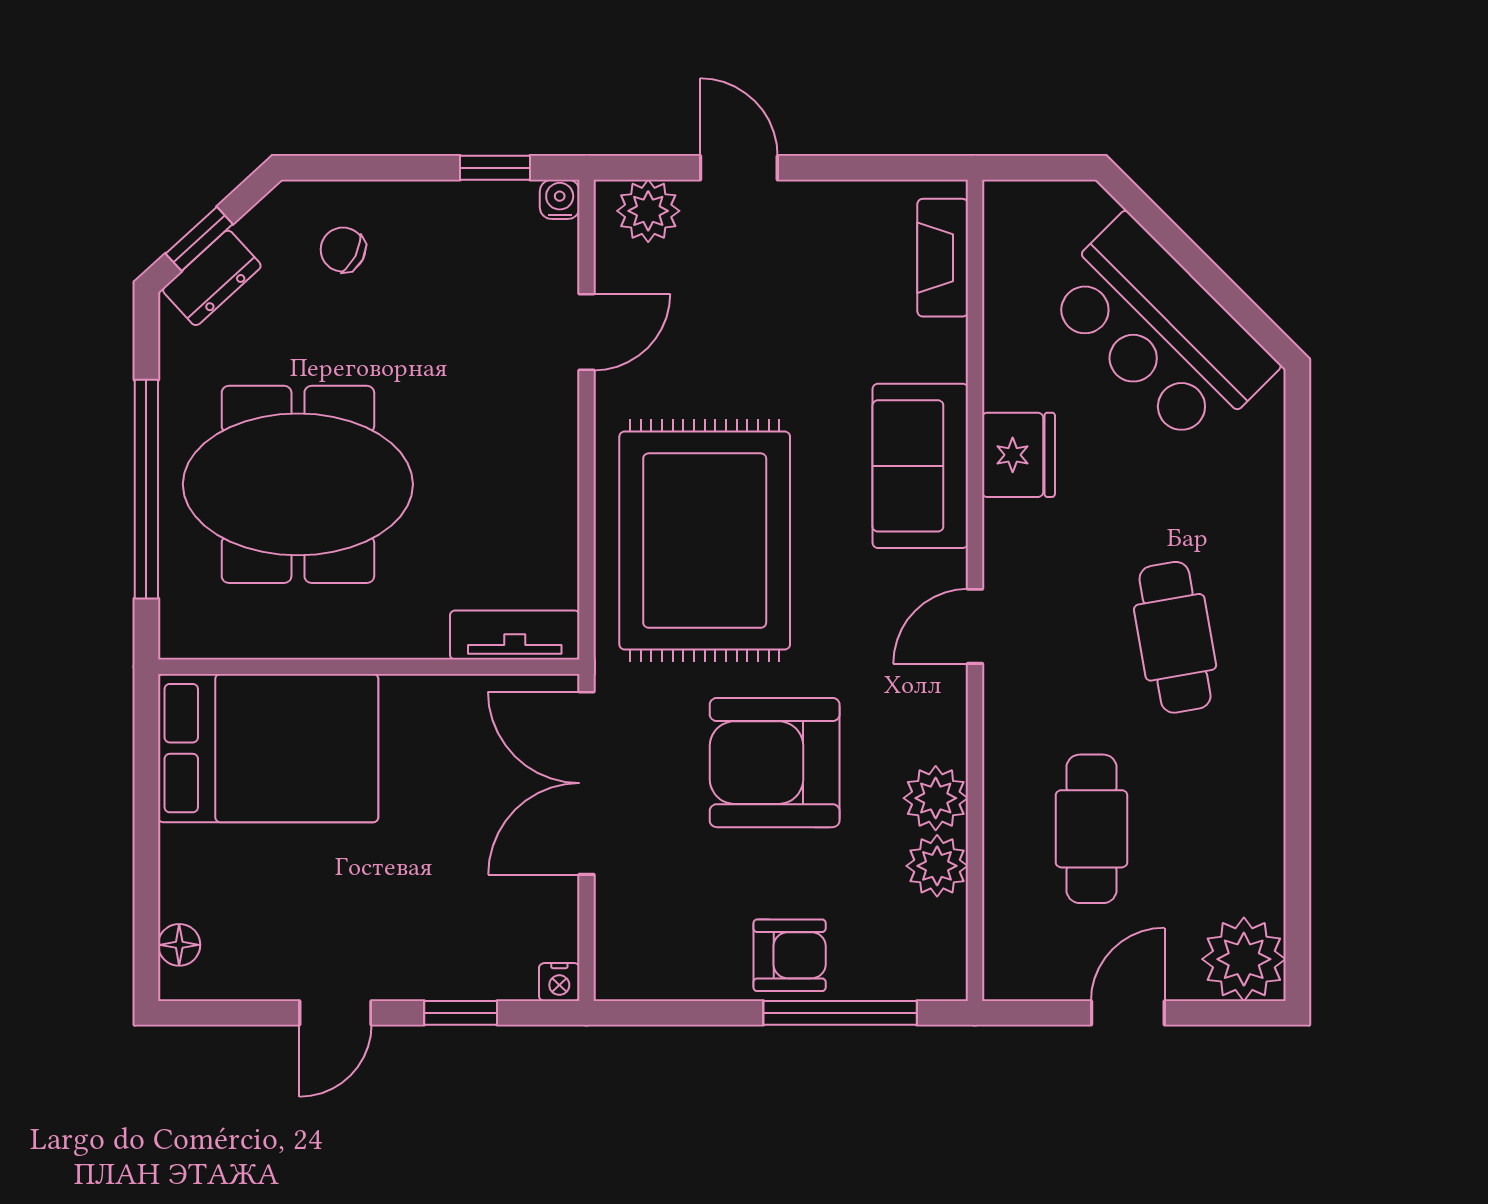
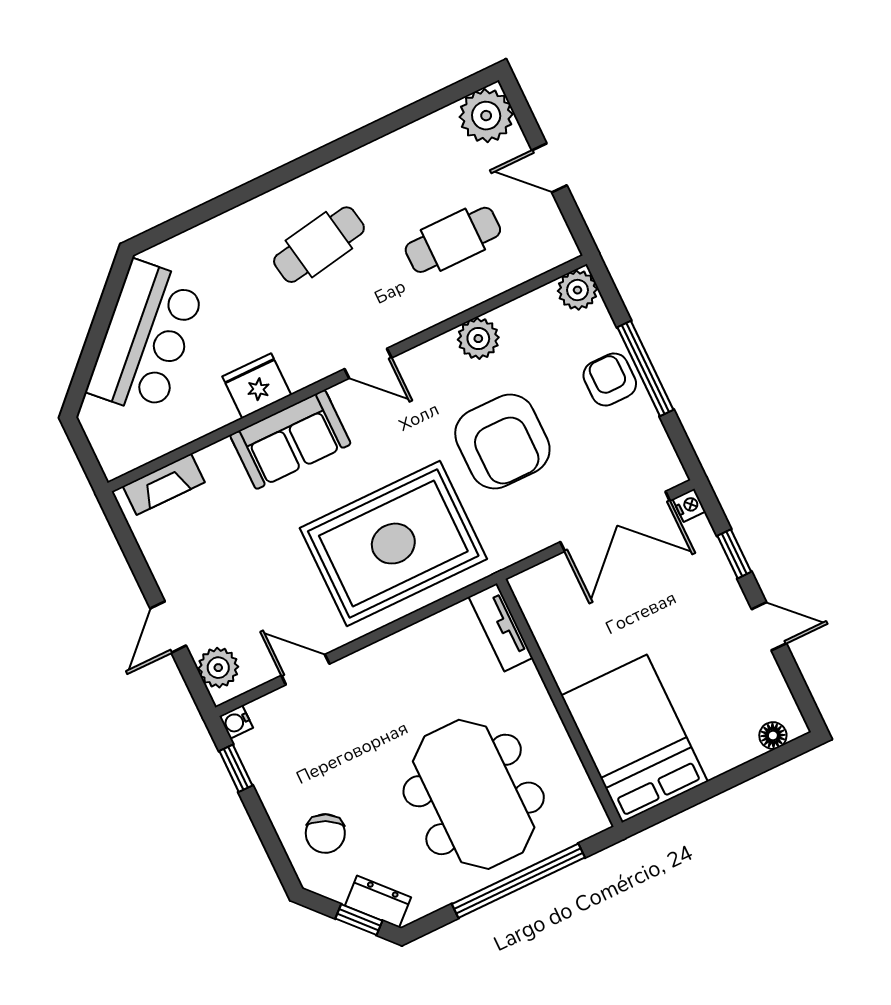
chair: (343, 250) -> (325, 833), width x1.37, depth x1.37
double door: (587, 783) -> (615, 521), moved
plant: (937, 866) -> (577, 290), moved
window: (840, 1013) -> (645, 369), moved

